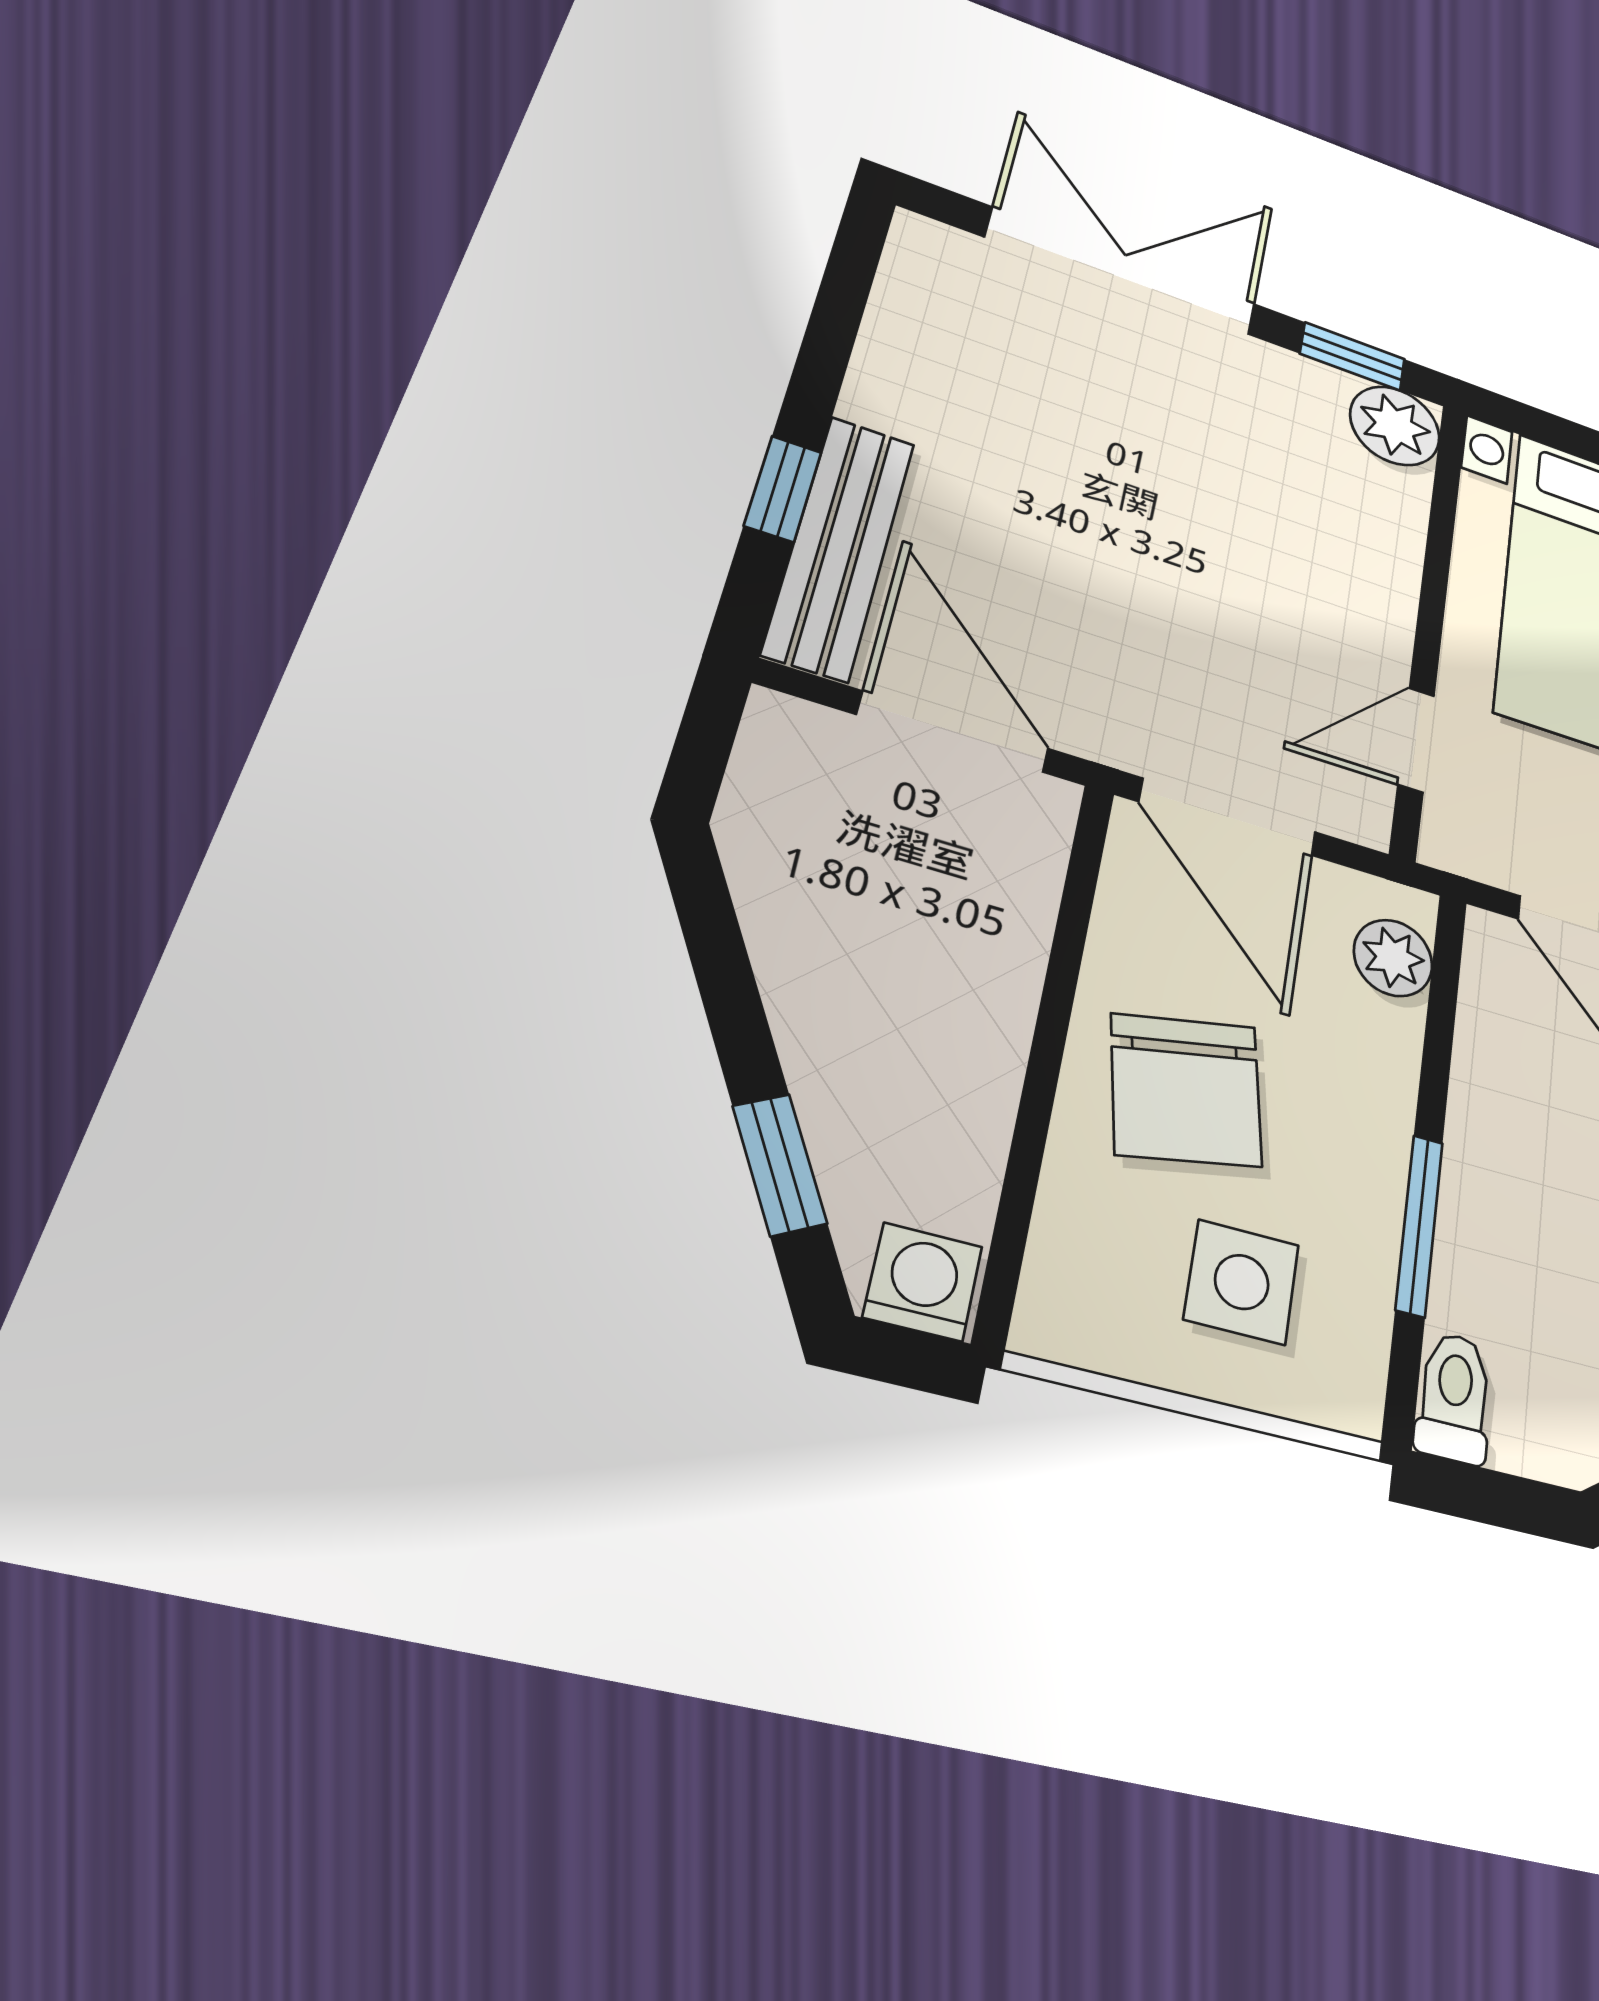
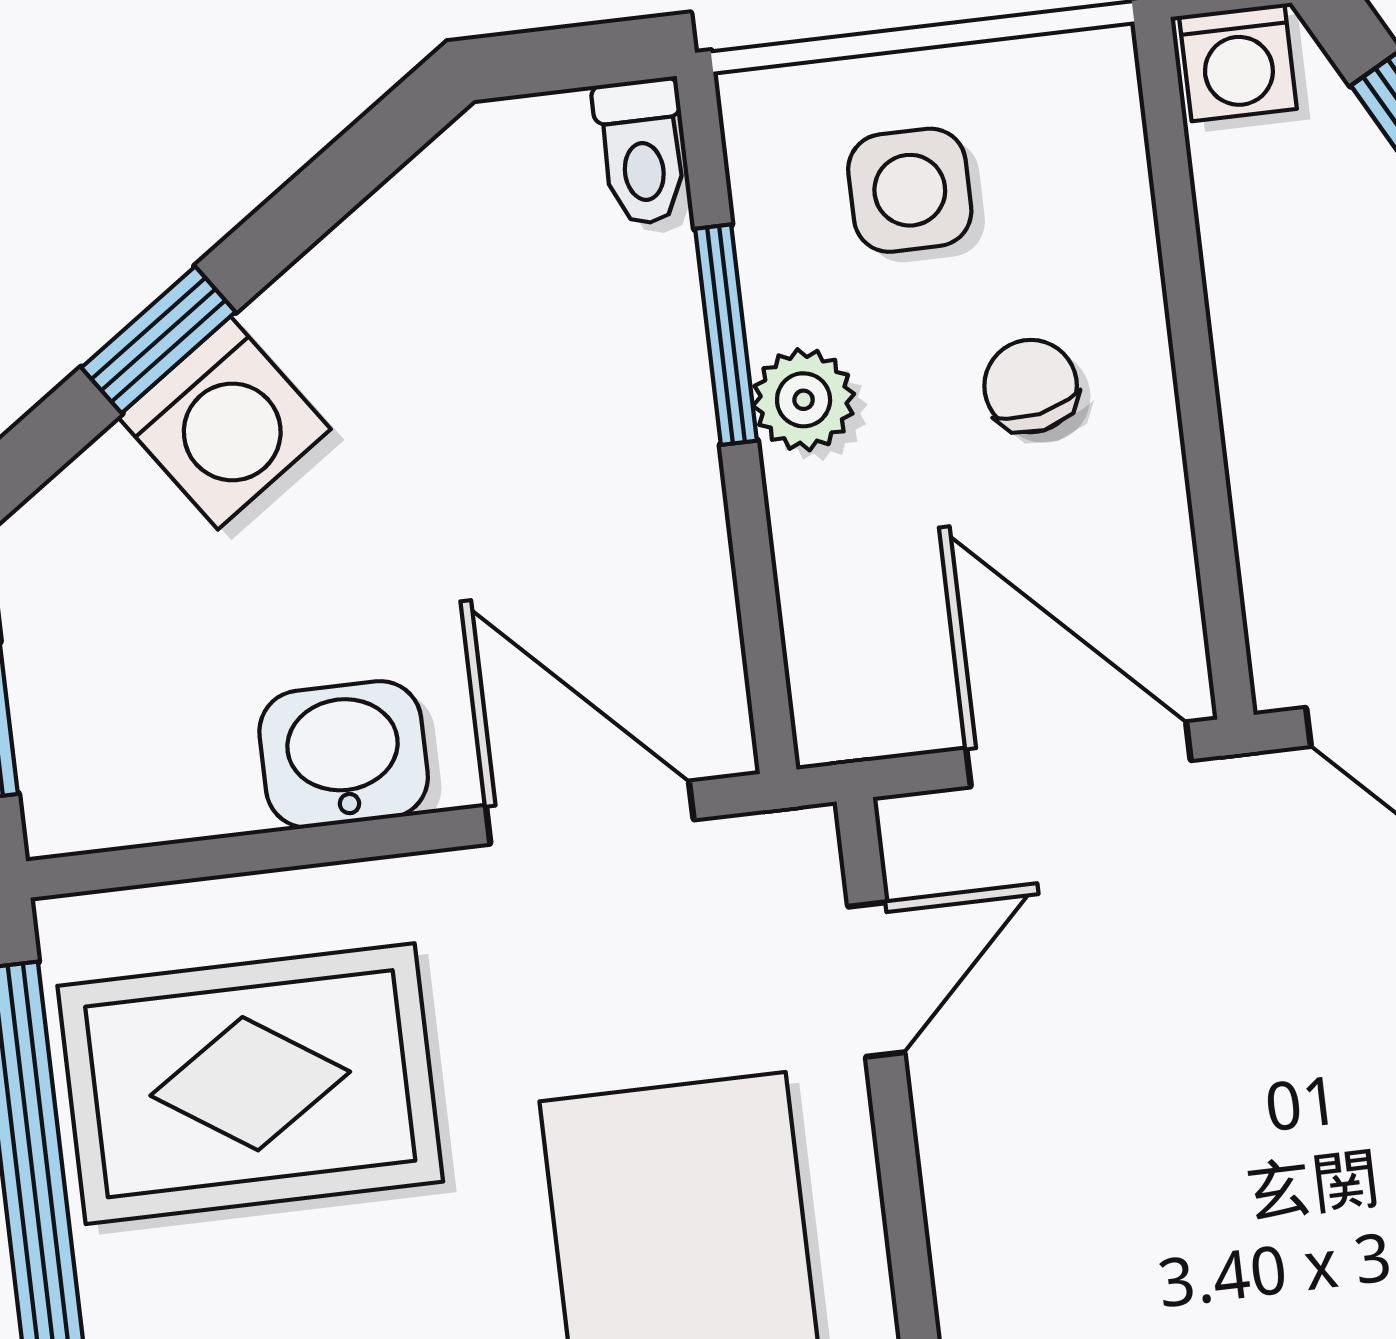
plant: (1393, 958) -> (804, 400), moved
chair: (1186, 1090) -> (1031, 386), width x0.54, depth x0.54

